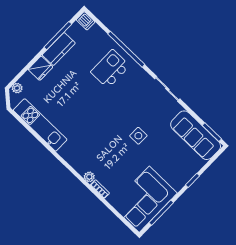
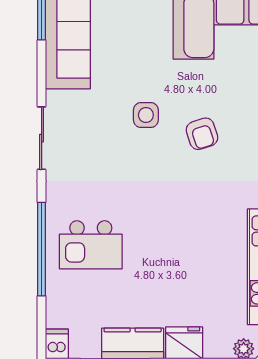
armchair: (111, 150) -> (202, 134), added

